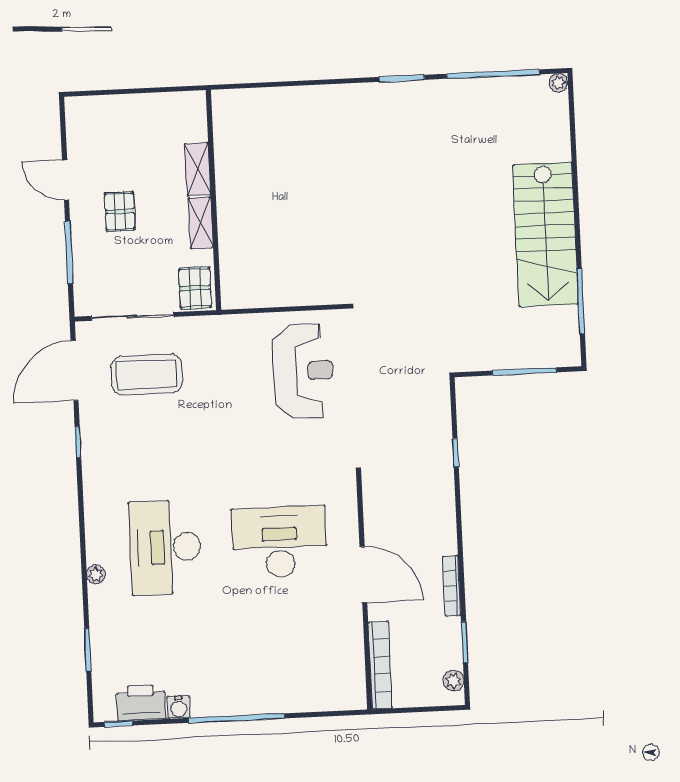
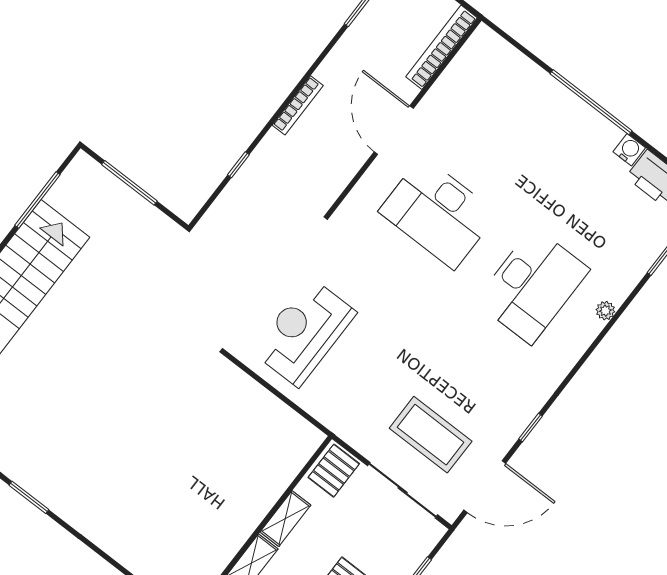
bookcase: (452, 586) -> (298, 105), moved

